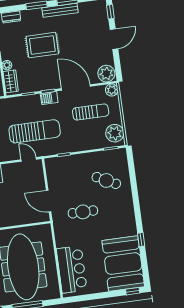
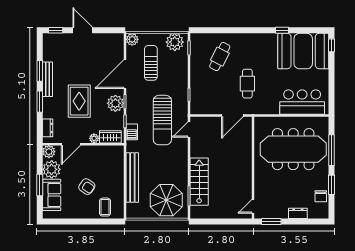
plant: (106, 74) -> (115, 103), moved
barbecue: (49, 98) -> (132, 132), moved
sun lounger: (35, 131) -> (162, 120), turned 180

